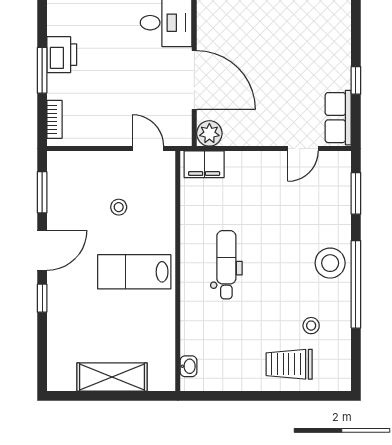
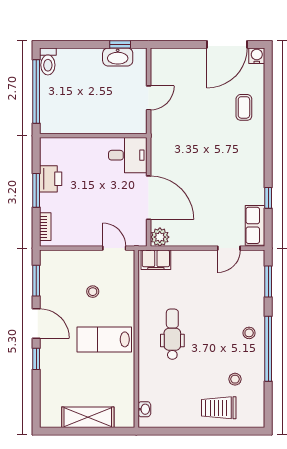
door: (42, 250) -> (36, 324), hinge flipped
stool: (330, 263) -> (249, 333), width x0.53, depth x0.53

